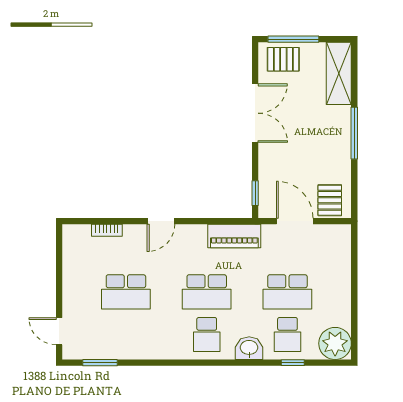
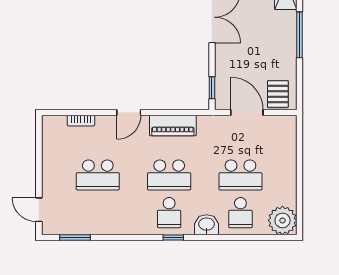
piano: (234, 236) -> (173, 126), moved
window: (293, 363) -> (173, 237), moved

